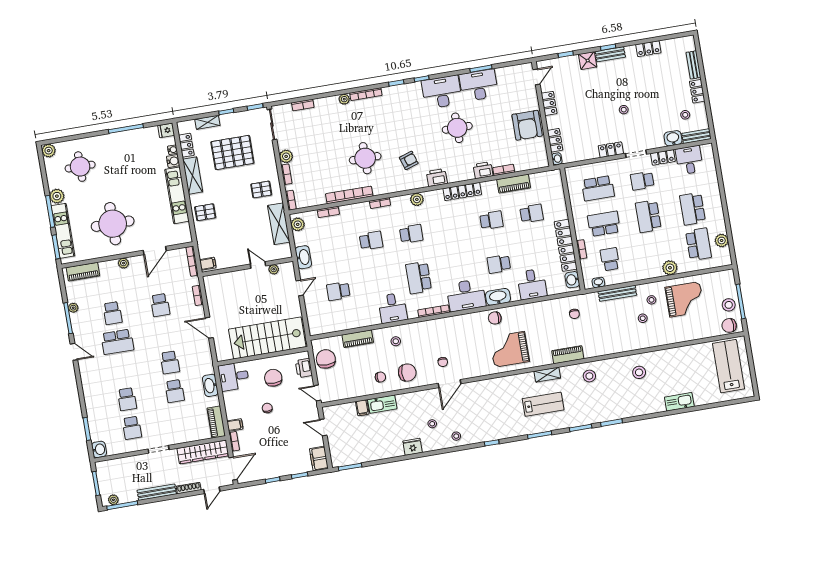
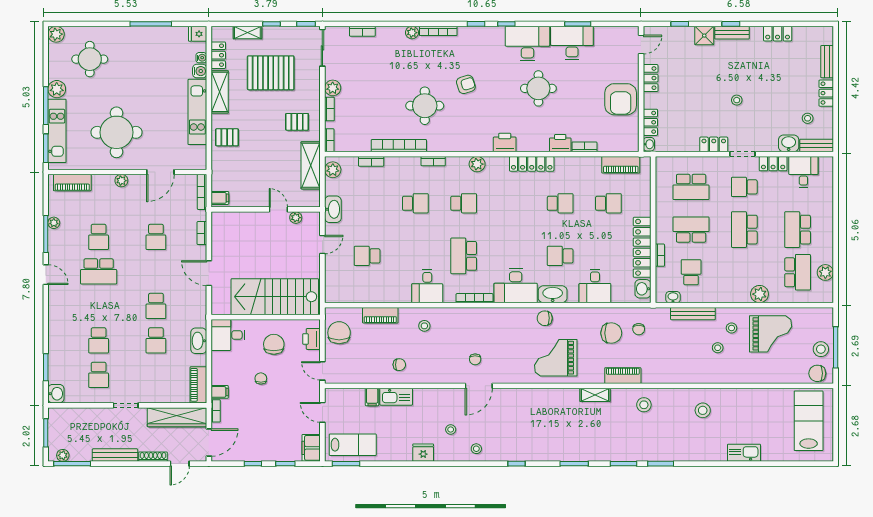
armchair: (409, 160) -> (466, 84), moved
piano: (514, 184) -> (621, 165), moved
chair: (407, 373) -> (611, 333), moved
lab bench: (543, 404) -> (353, 445), moved

